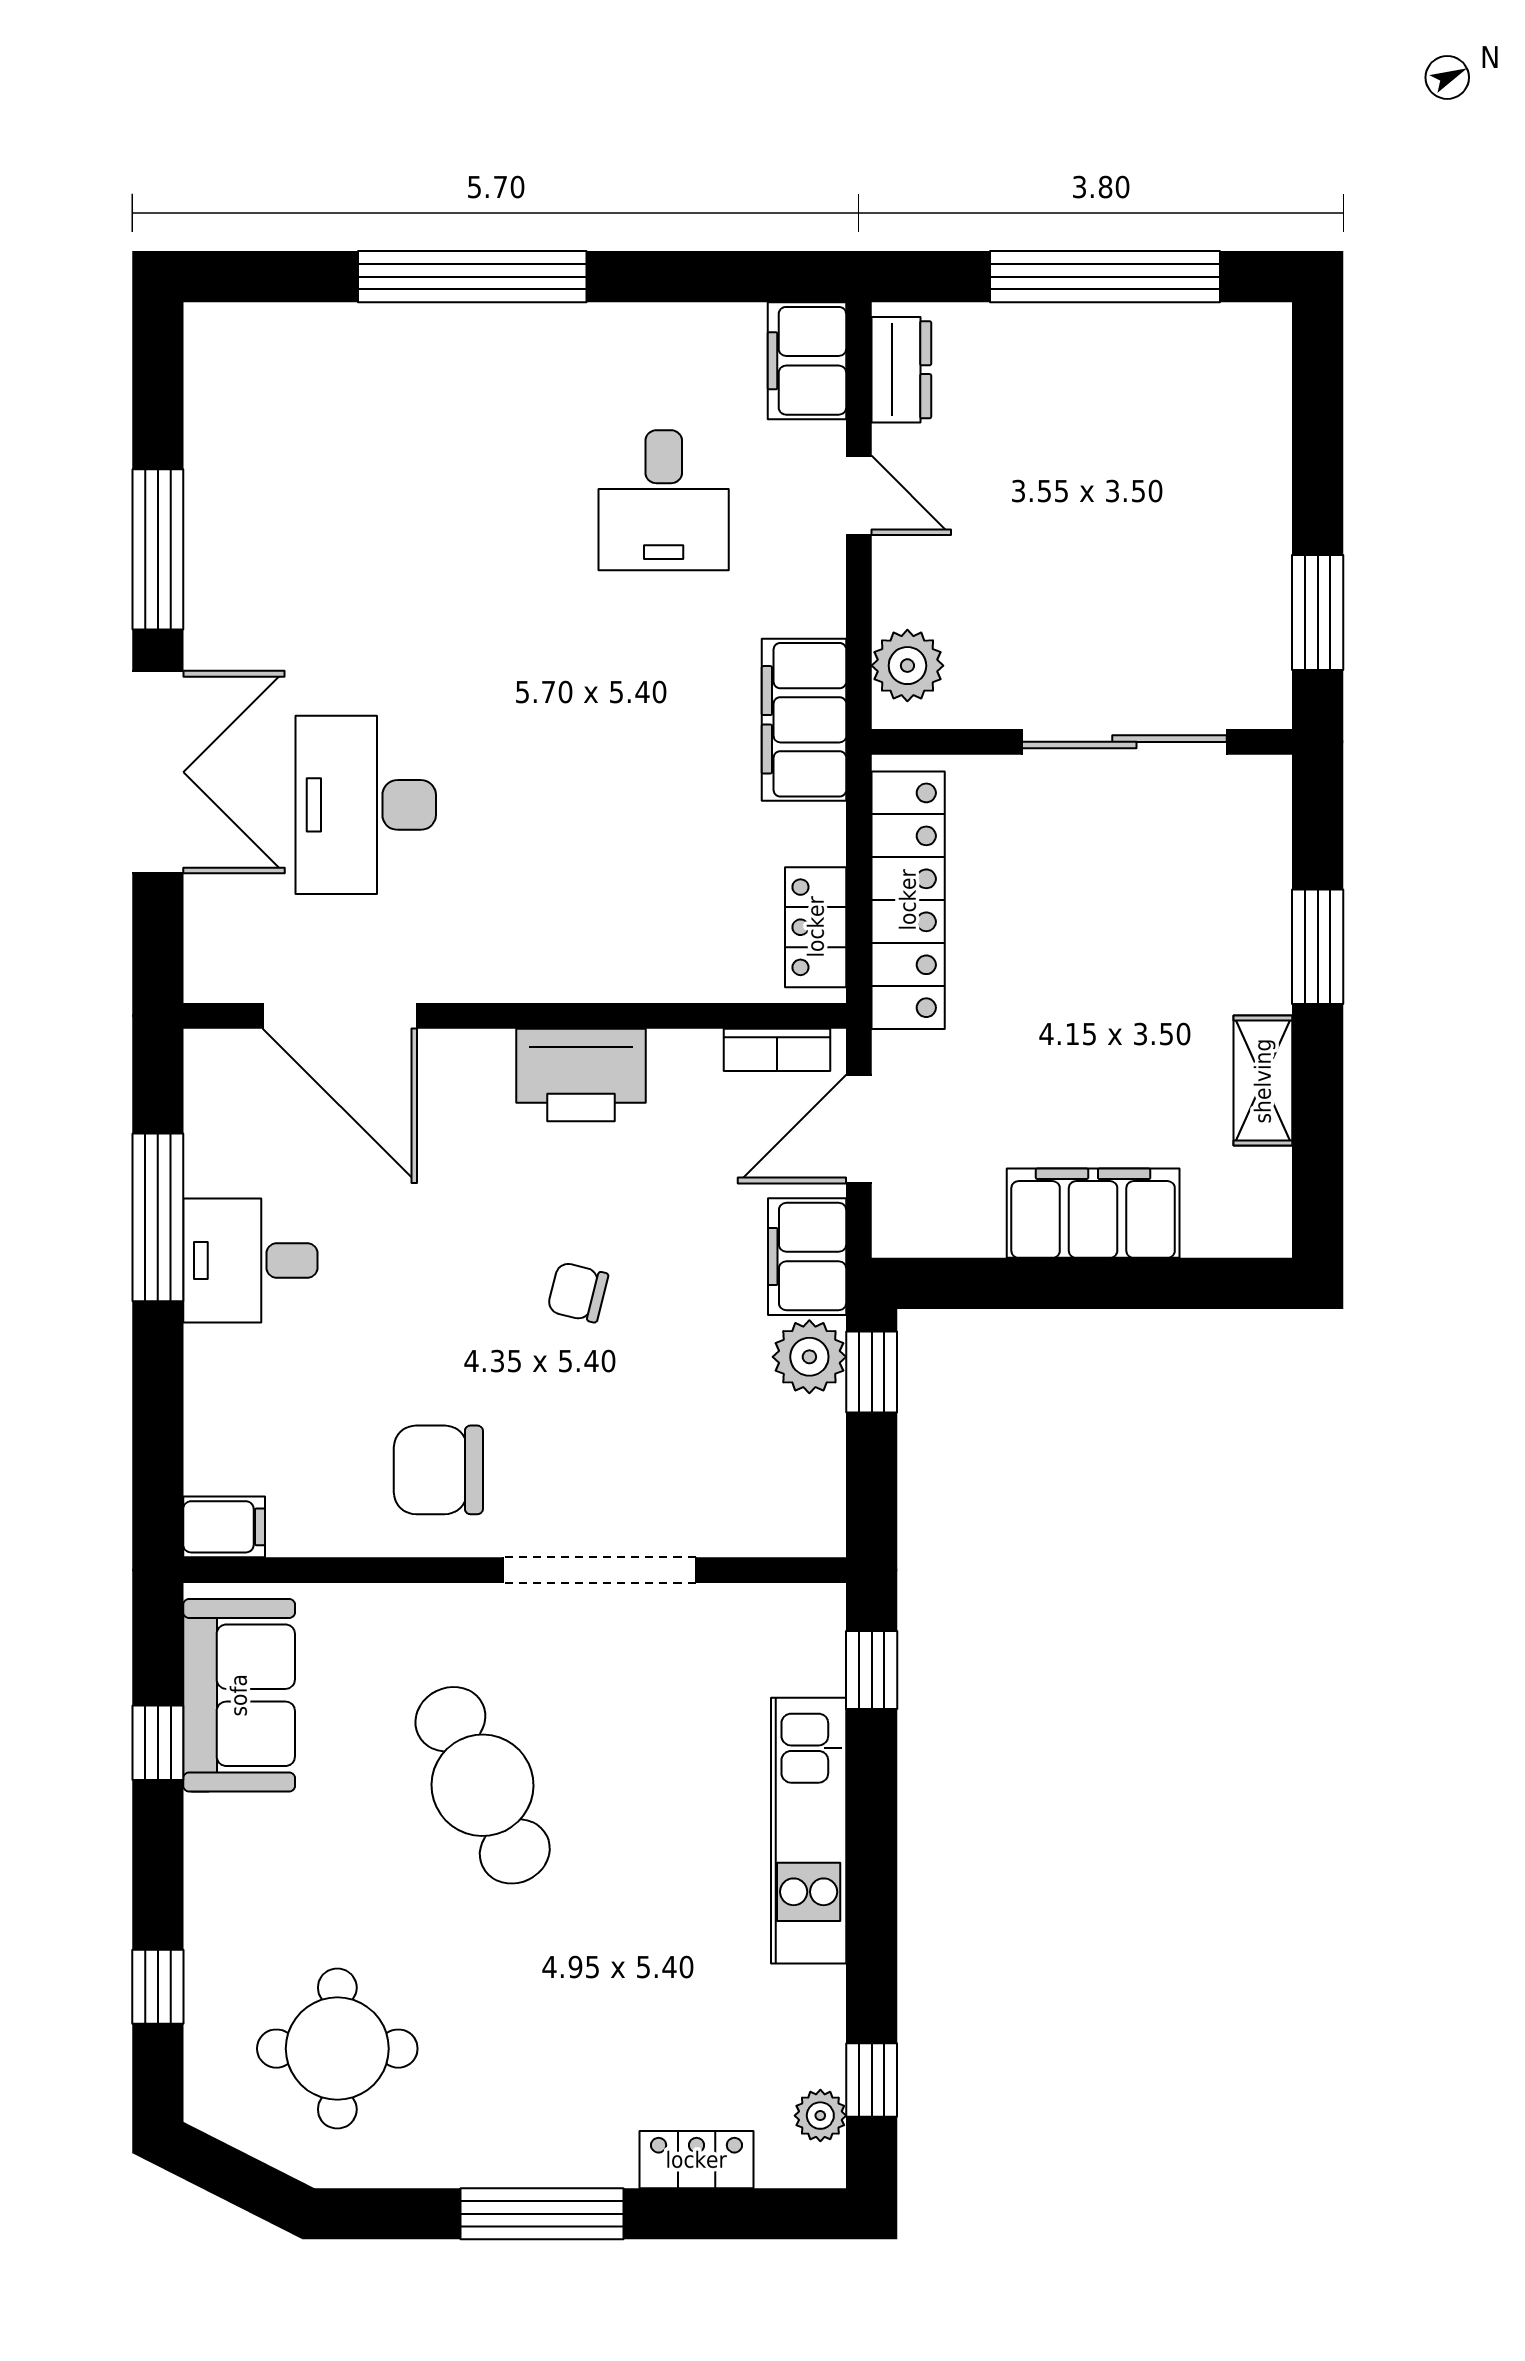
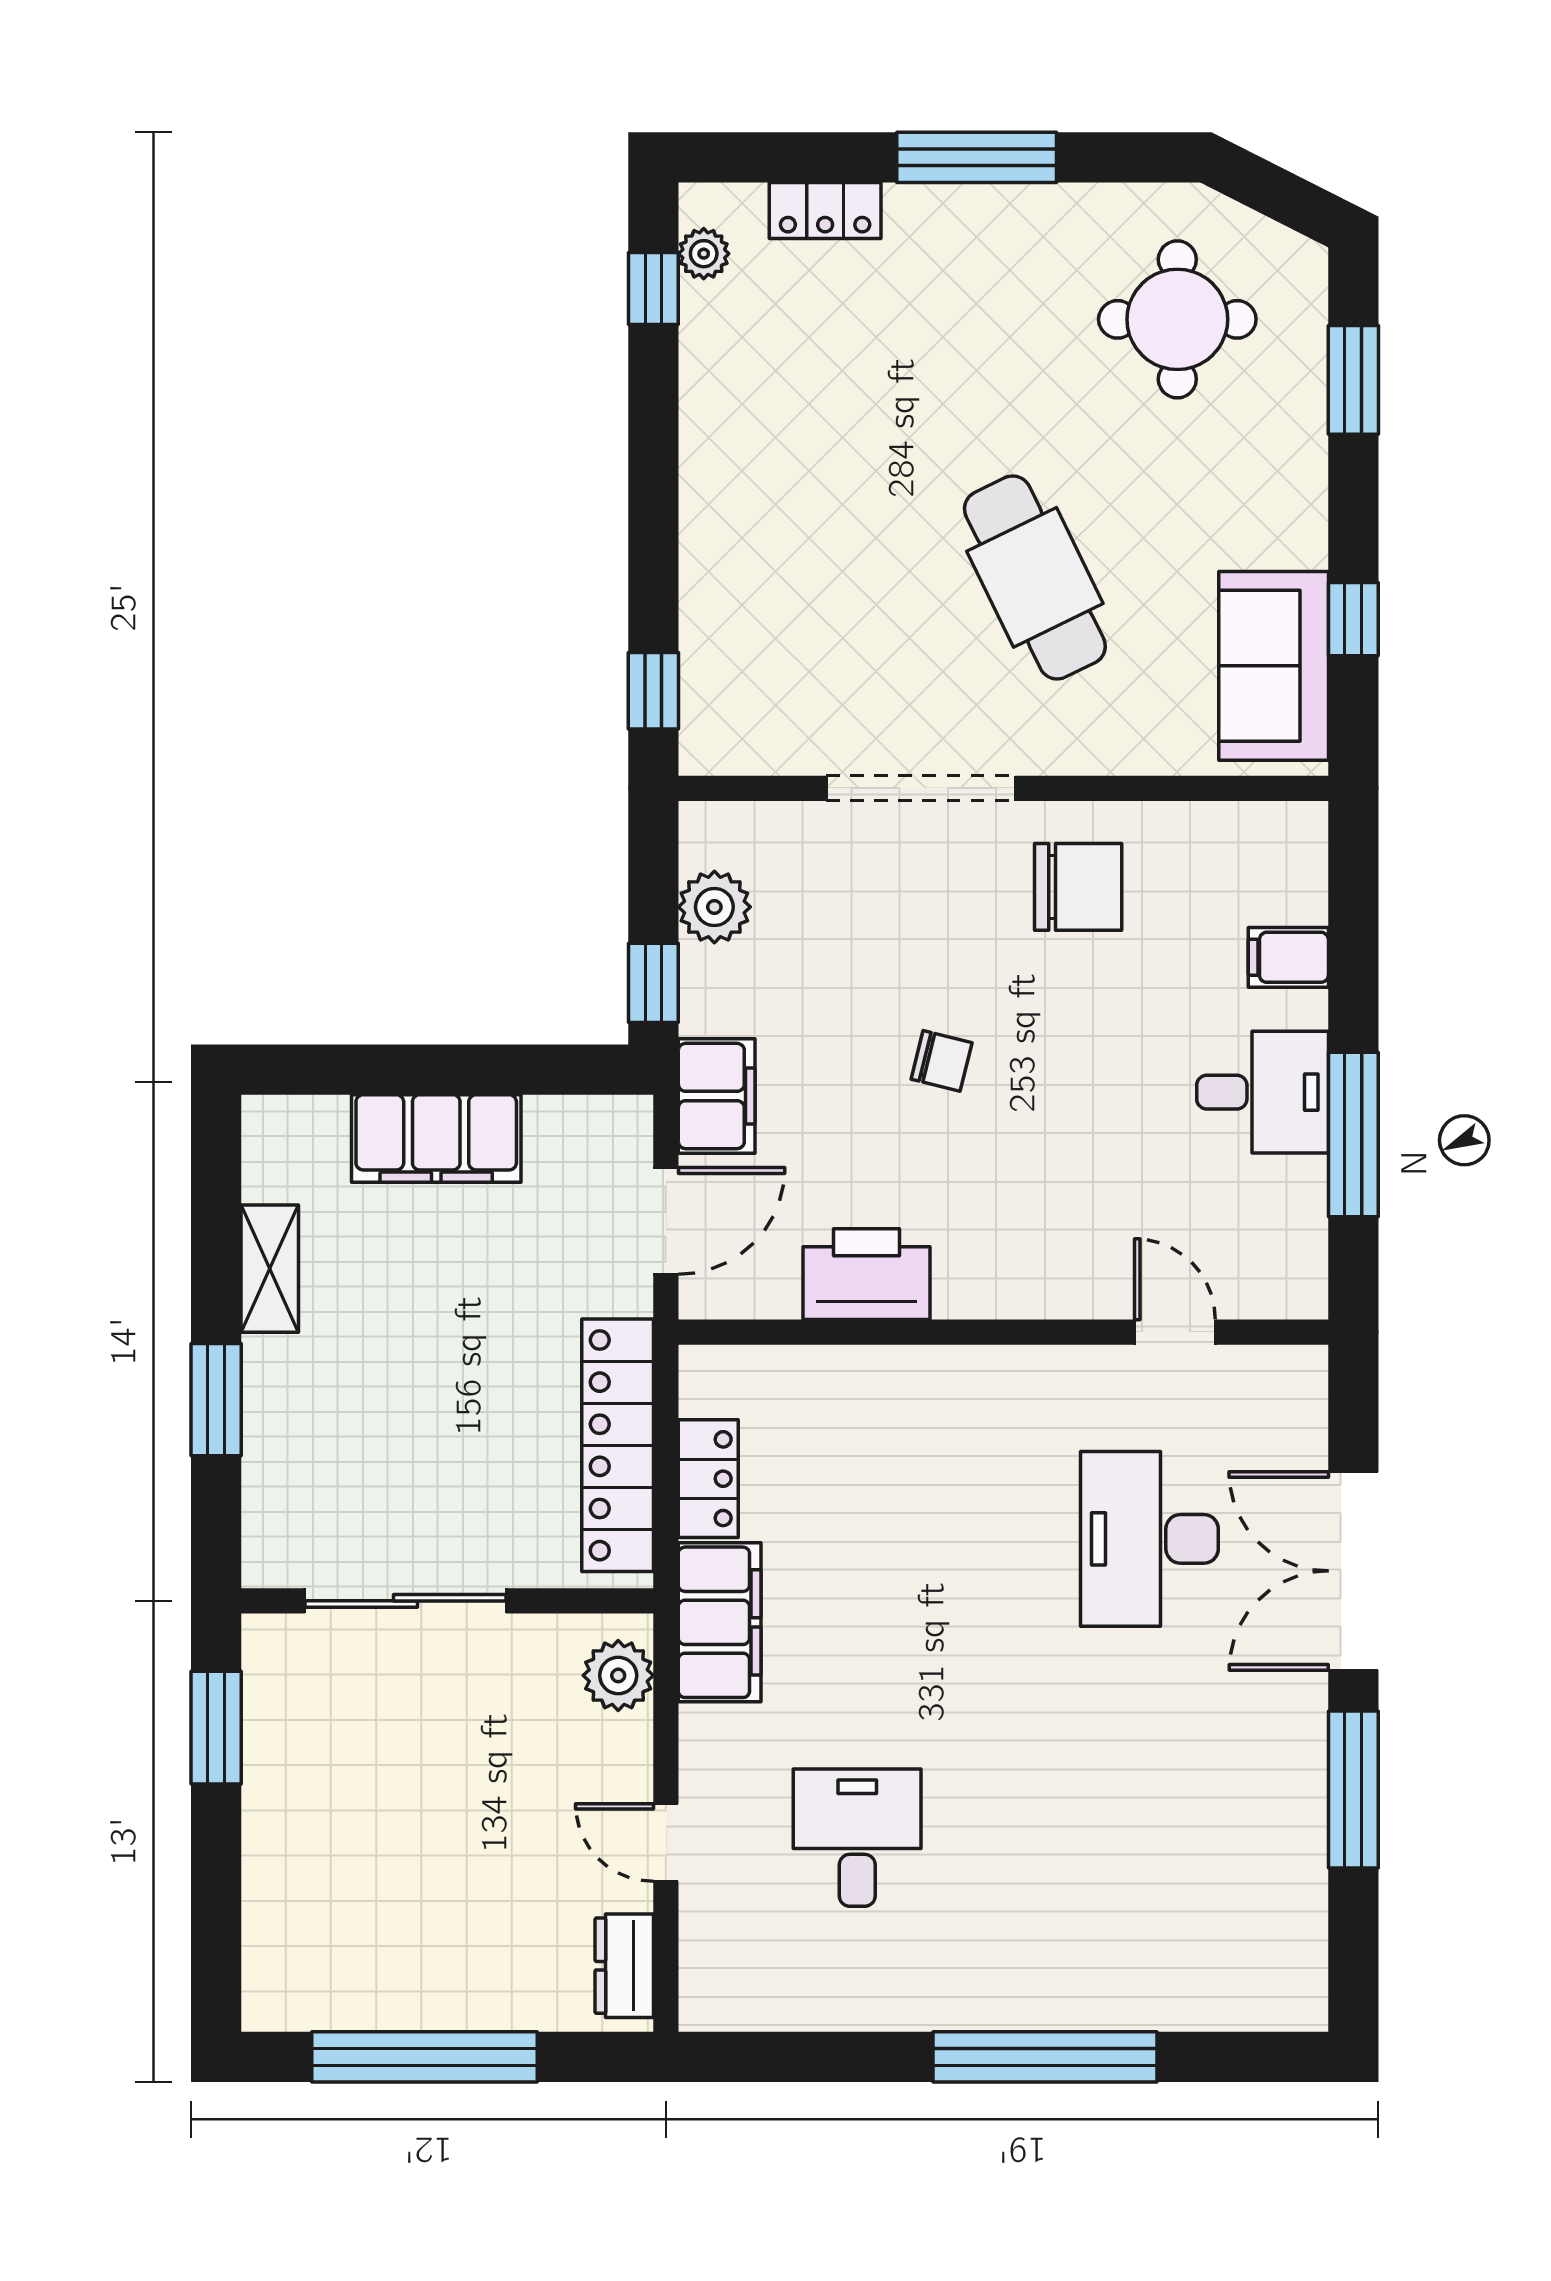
filing cabinet: (807, 361) -> (717, 1974), removed
desk: (366, 805) -> (1149, 1539), turned 180
locker: (816, 927) -> (708, 1479), moved
door: (340, 1016) -> (1175, 1332), width x0.53
bookcase: (777, 1050) -> (746, 1299), removed
printer: (581, 1075) -> (867, 1274), moved
plant: (809, 1357) -> (714, 907), moved
filing cabinet: (224, 1527) -> (1288, 957), moved
kitchen unit: (809, 1831) -> (715, 533), removed
window: (158, 1987) -> (1353, 380), width x1.50

